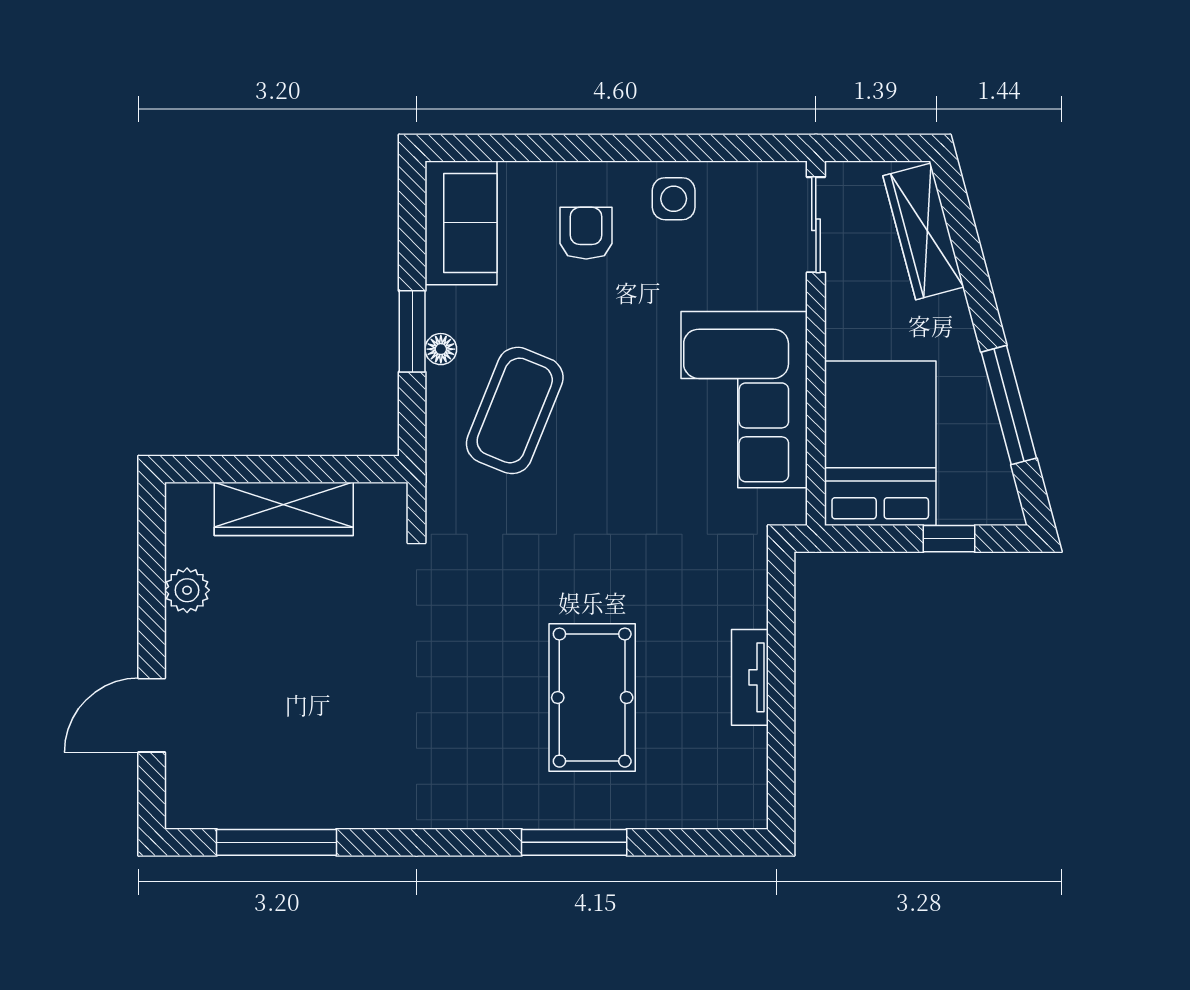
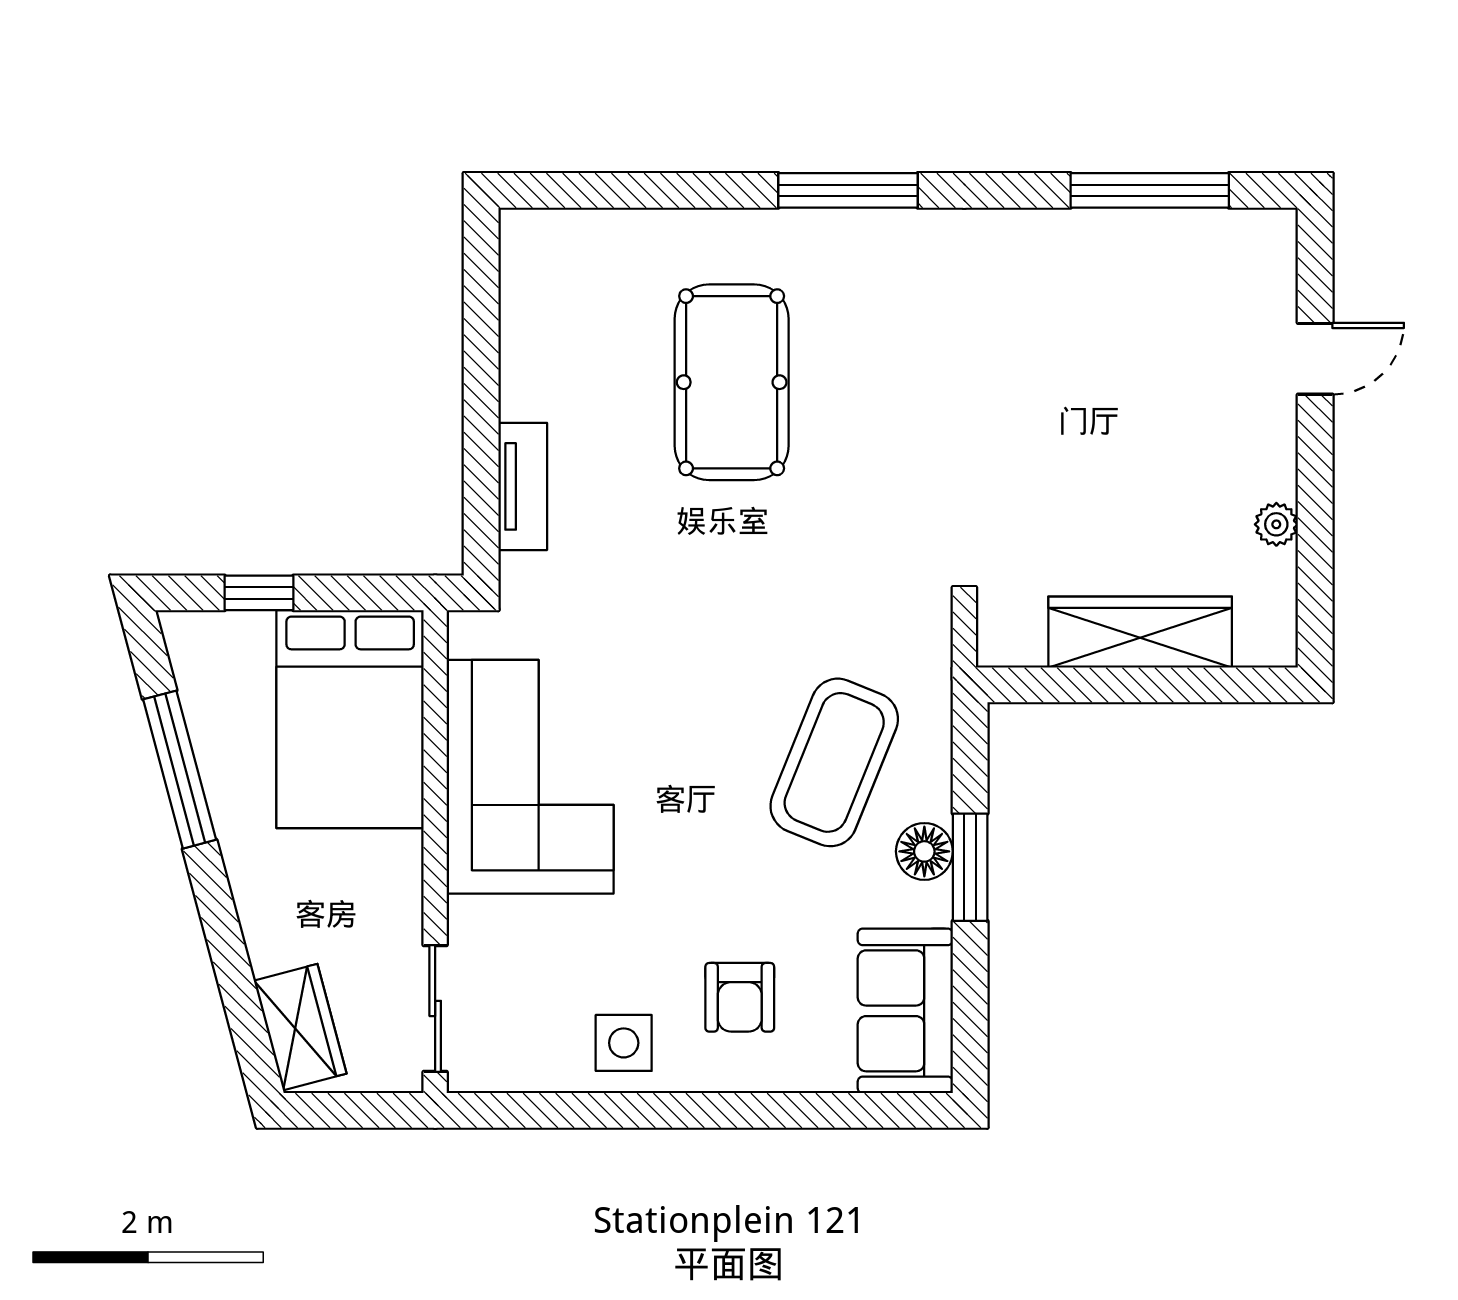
wardrobe: (923, 231) -> (300, 1027), width x0.67
floor lamp: (441, 349) -> (924, 851), width x1.37, depth x1.37
plant: (187, 590) -> (1276, 524), width x0.73, depth x0.73
tv unit: (750, 677) -> (523, 486), moved
door: (152, 715) -> (1315, 359), width x0.73
window: (574, 842) -> (848, 190), moved

